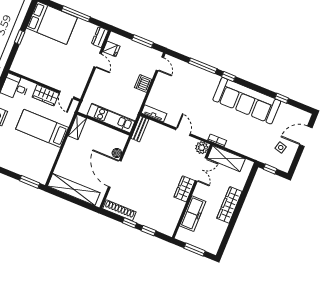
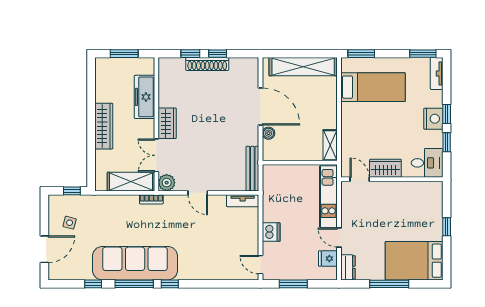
window: (203, 66) -> (134, 284), moved
kitchen unit: (111, 118) -> (328, 197), moved, turned 90
bed: (42, 128) -> (373, 87), moved
bench: (140, 129) -> (252, 169), width x1.36
shoe rack: (119, 210) -> (207, 64), moved

